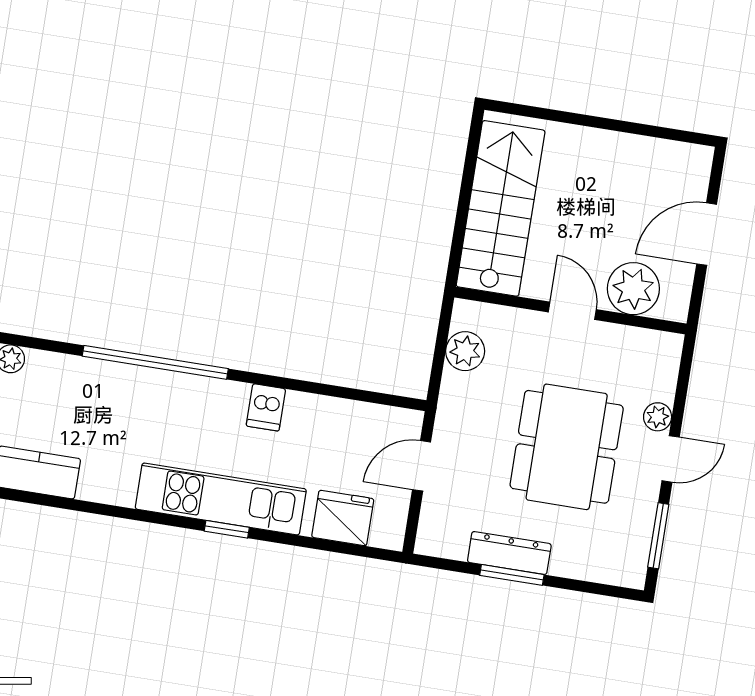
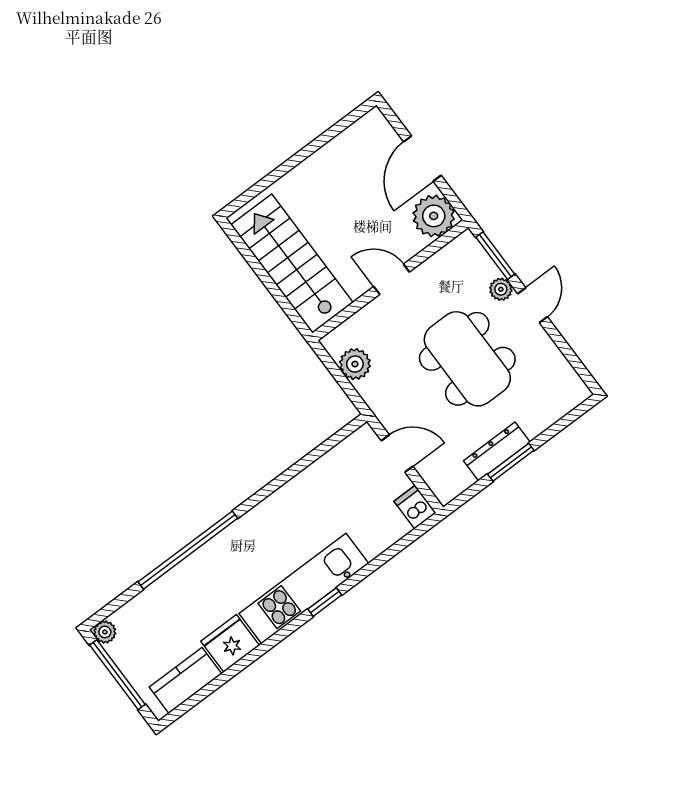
plant: (633, 289) -> (434, 216), moved
dishwasher: (266, 407) -> (415, 507), moved, turned 180
door: (422, 466) -> (397, 454), swing flipped
fridge: (343, 518) -> (230, 643), moved
window: (658, 536) -> (495, 256), moved

